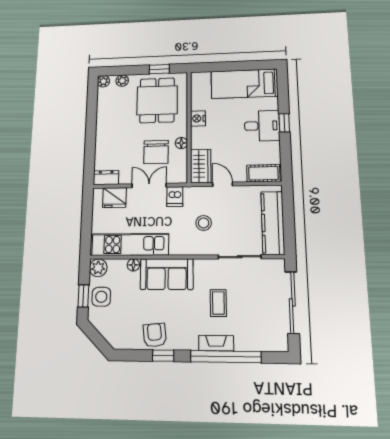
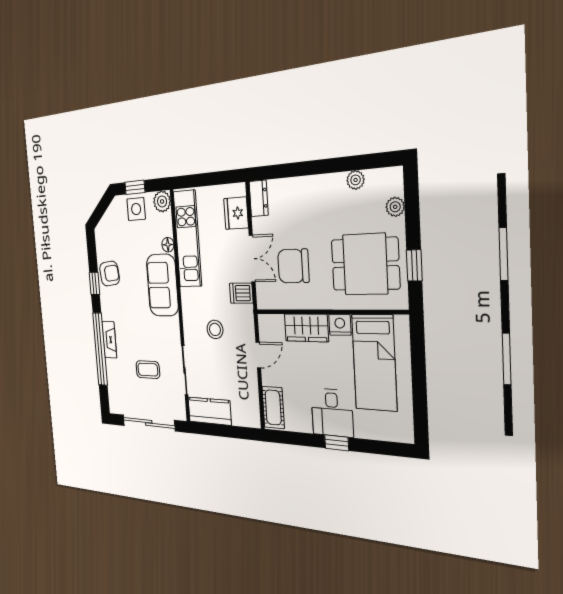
plant: (103, 81) -> (356, 180), moved
bed: (244, 84) -> (374, 362), moved, turned 180
floor lamp: (181, 143) -> (306, 301), removed
wardrobe: (201, 166) -> (306, 328), moved
kitchen counter: (273, 223) -> (210, 411), width x0.67
coffee table: (218, 303) -> (148, 370), moved

